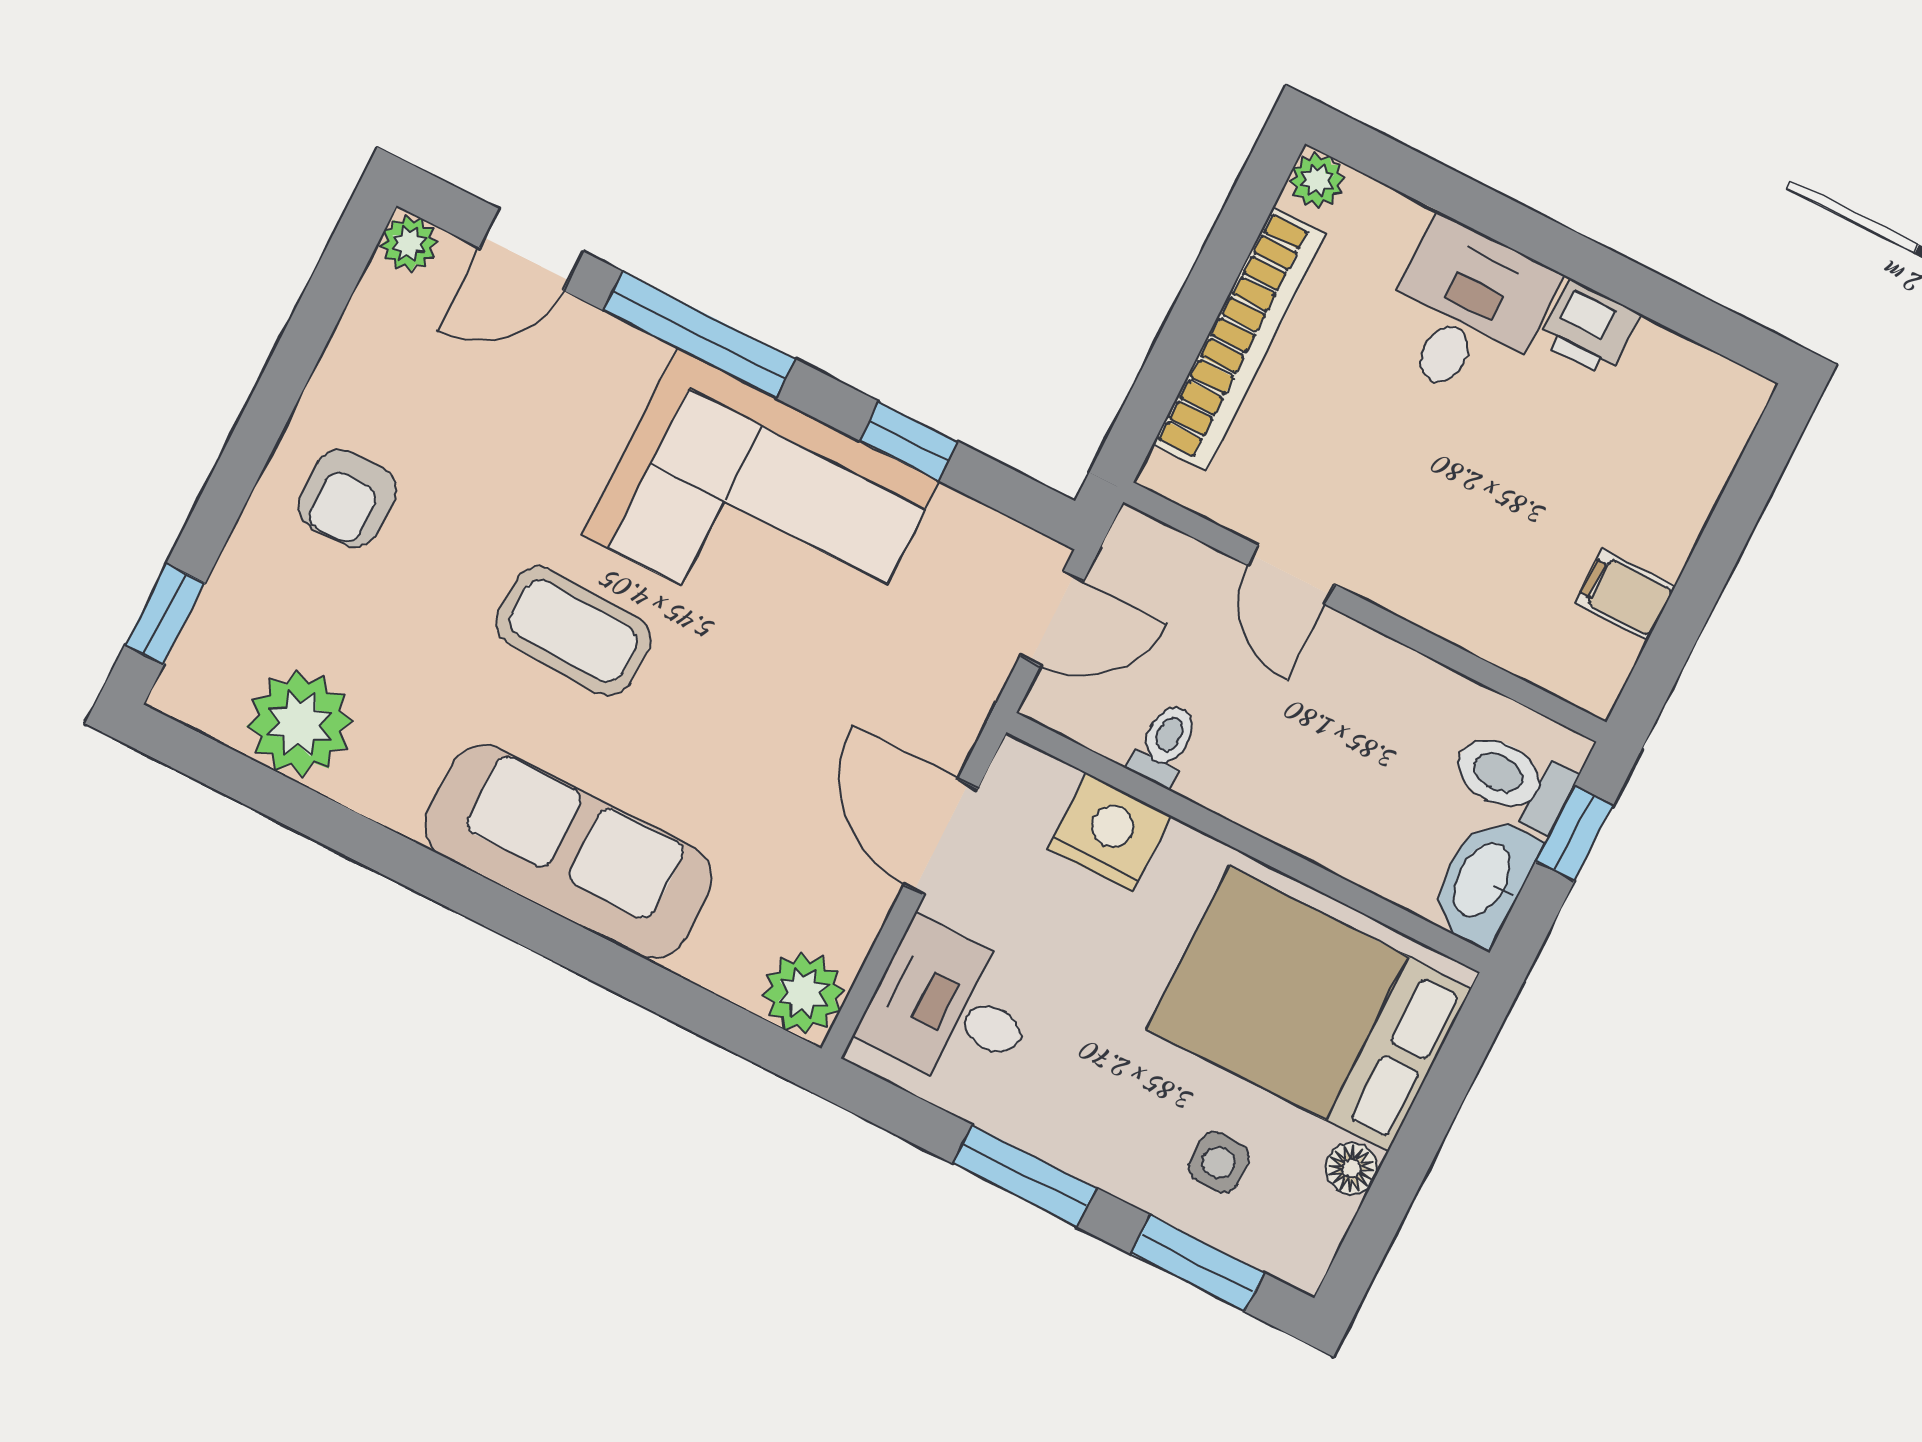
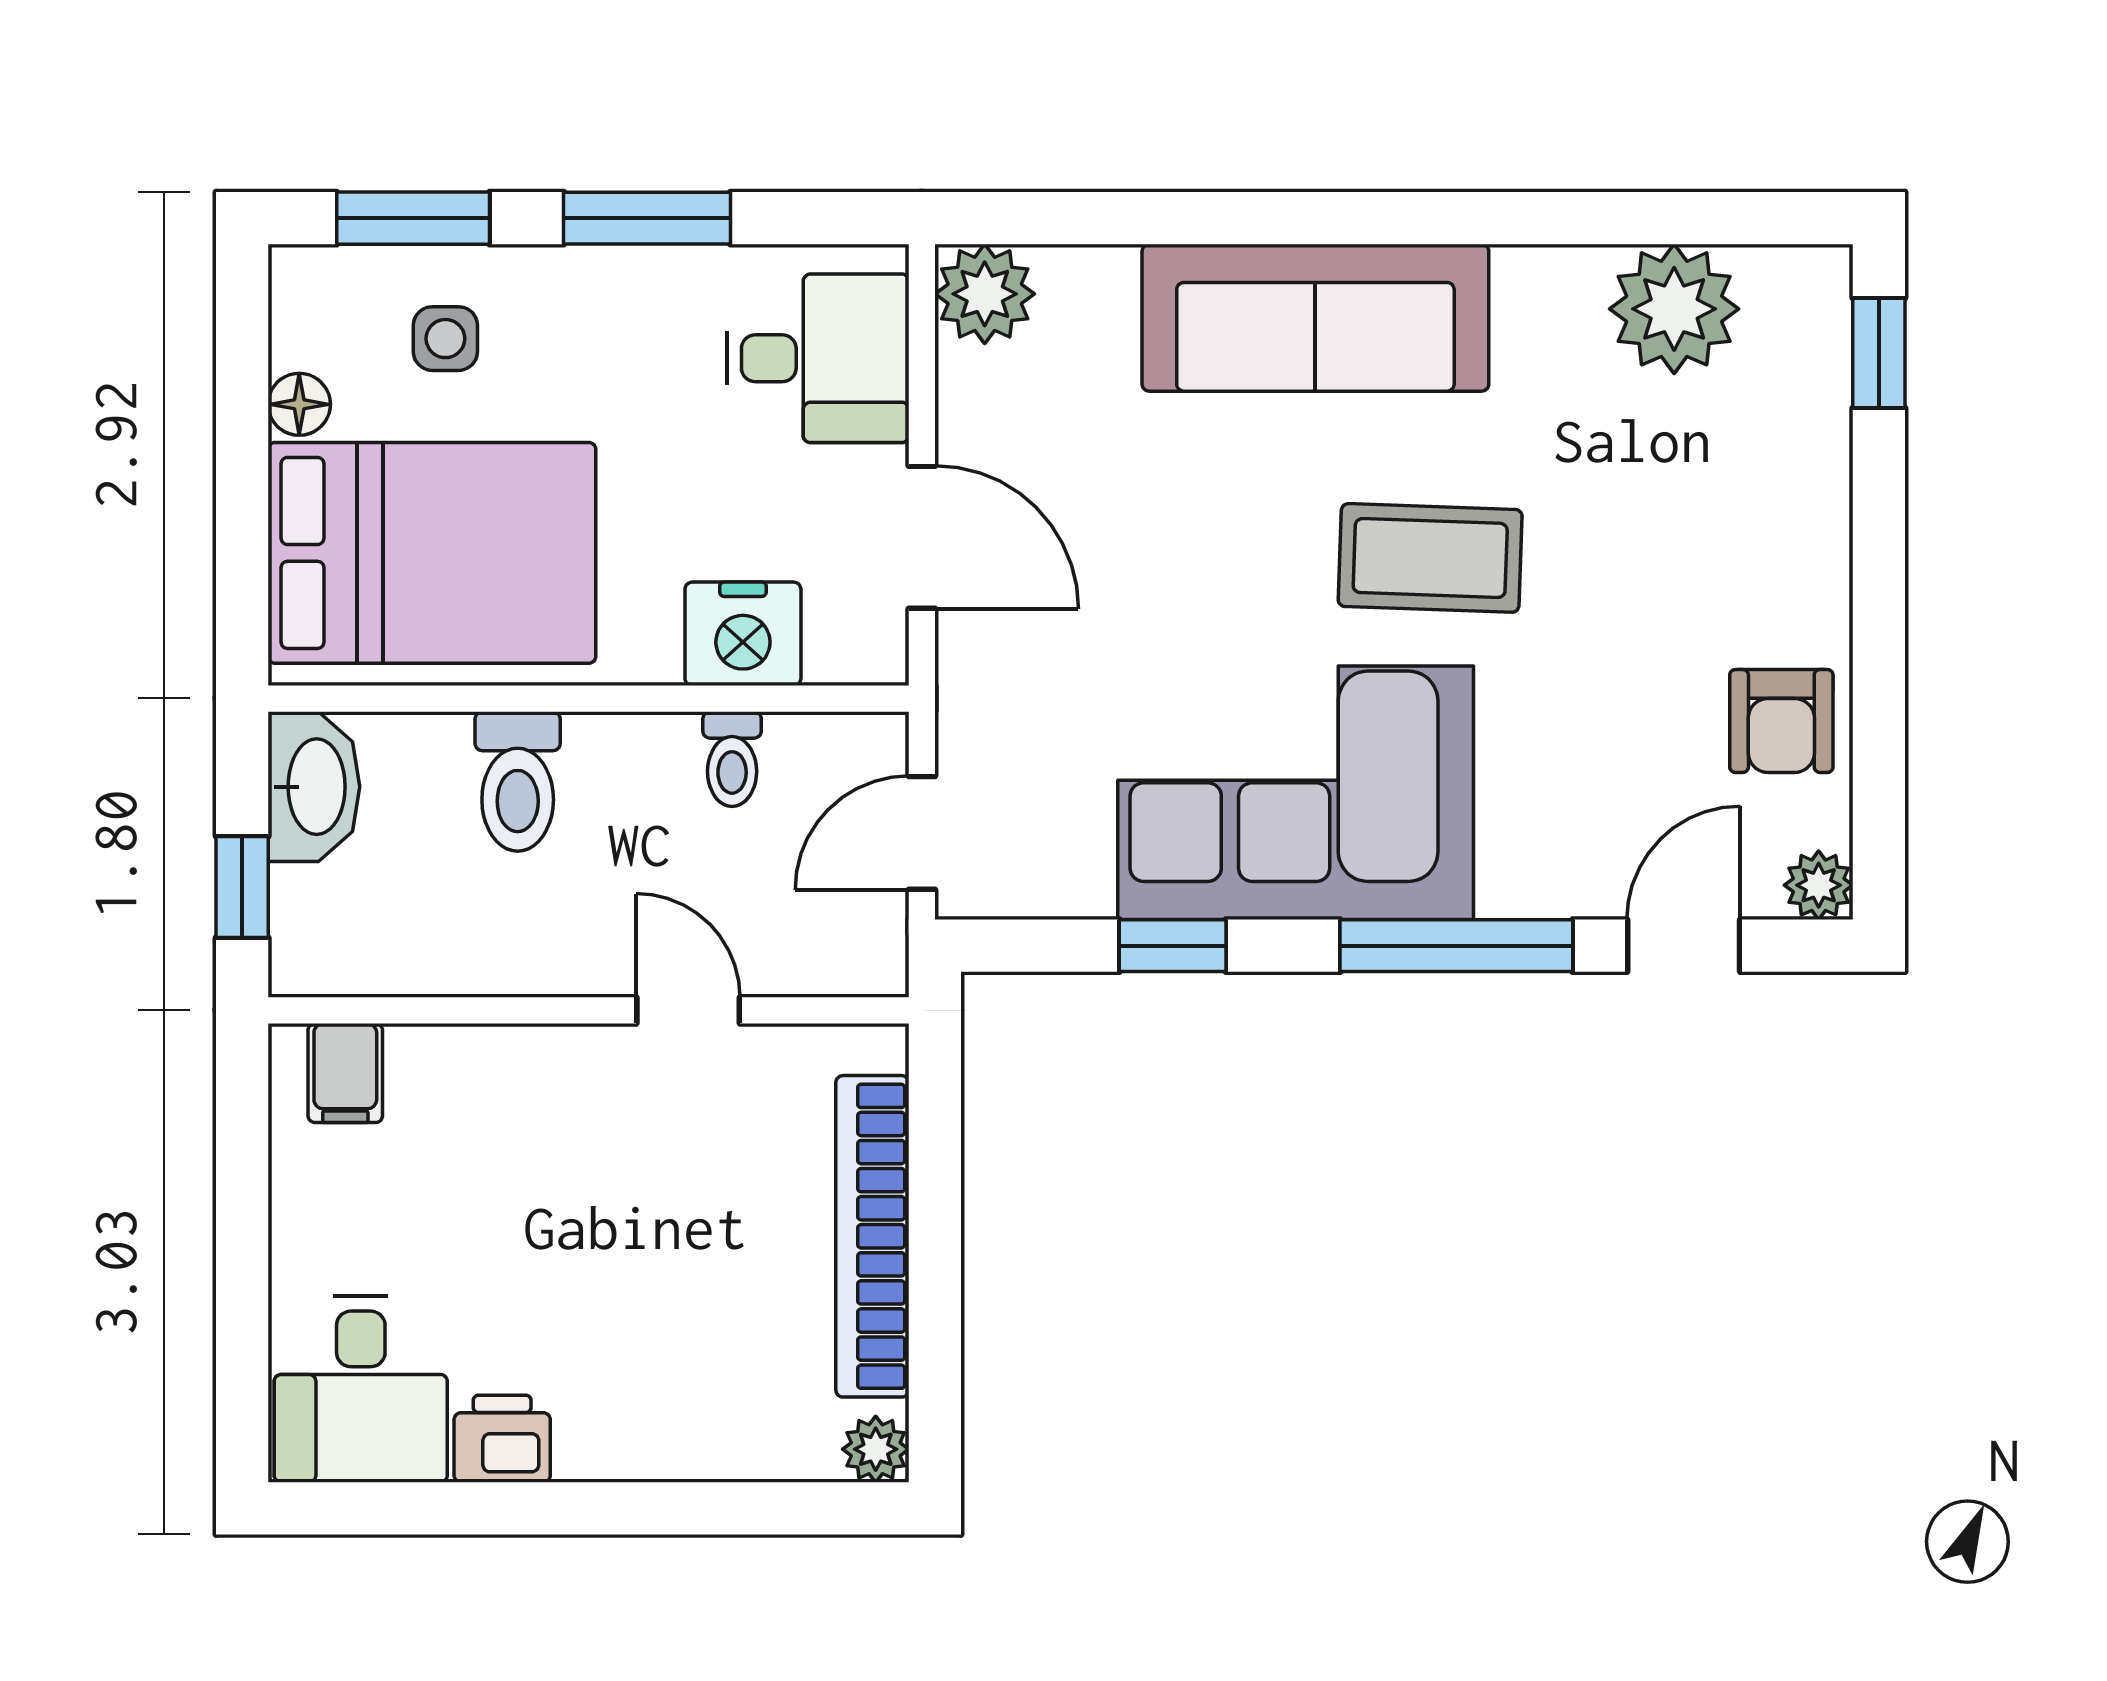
desk: (1466, 312) -> (361, 1389), moved
armchair: (347, 498) -> (1781, 721), moved, turned 180
filing cabinet: (1625, 595) -> (345, 1073), moved, turned 90
toilet: (1513, 780) -> (518, 782), moved, turned 90

